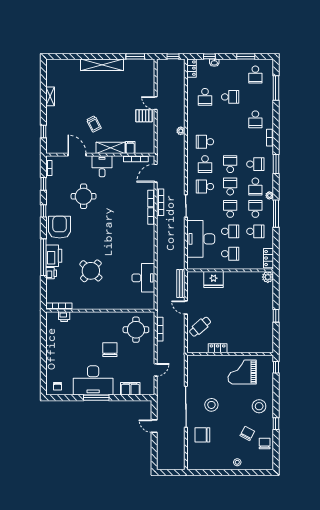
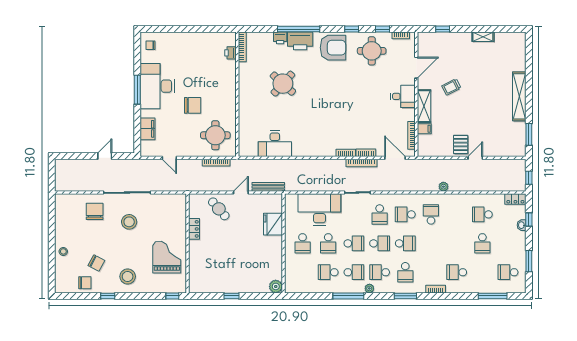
school desk: (205, 187) -> (380, 214), turned 180
round table: (84, 196) -> (372, 51), moved
school desk: (255, 231) -> (328, 272), turned 90
locker: (269, 258) -> (298, 287), removed

